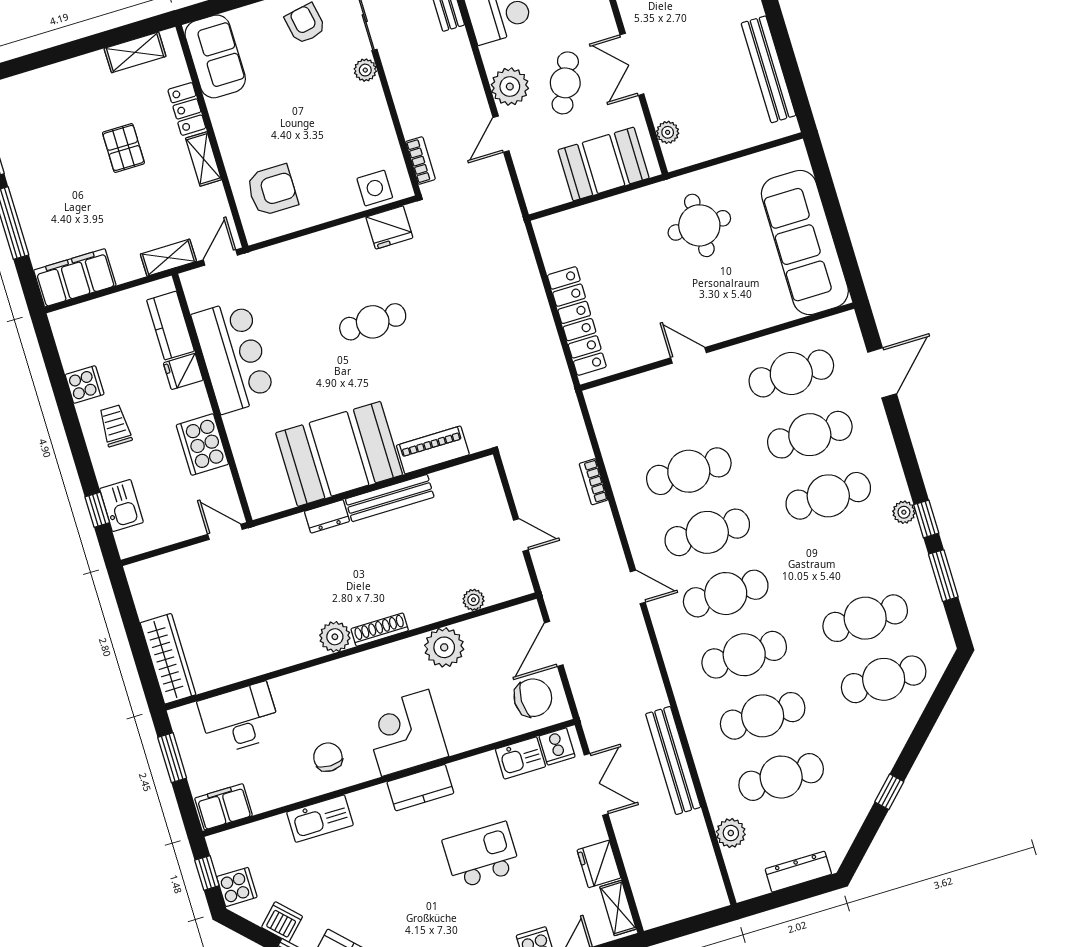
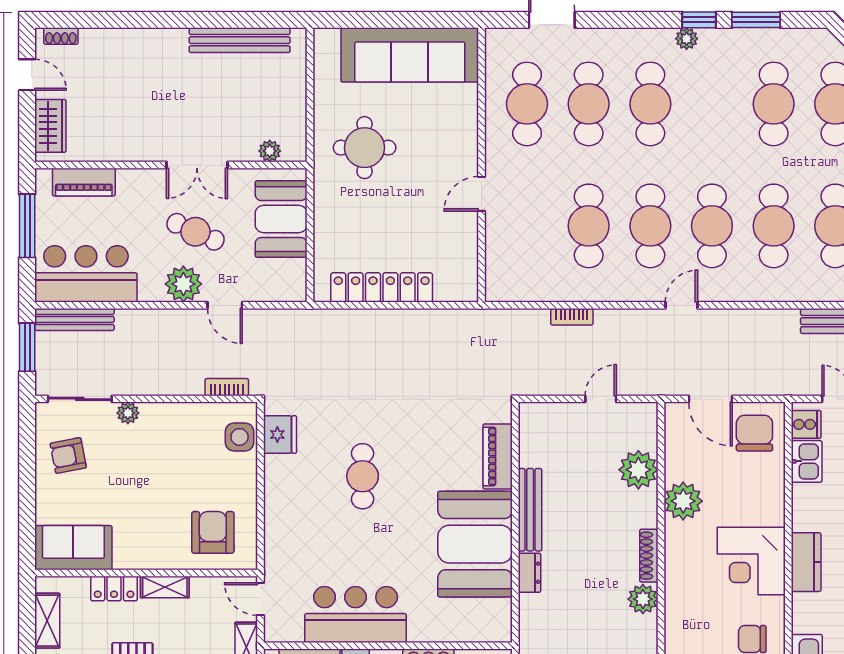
locker: (577, 321) -> (382, 287), moved
plant: (473, 600) -> (638, 470), width x1.88, depth x1.88

